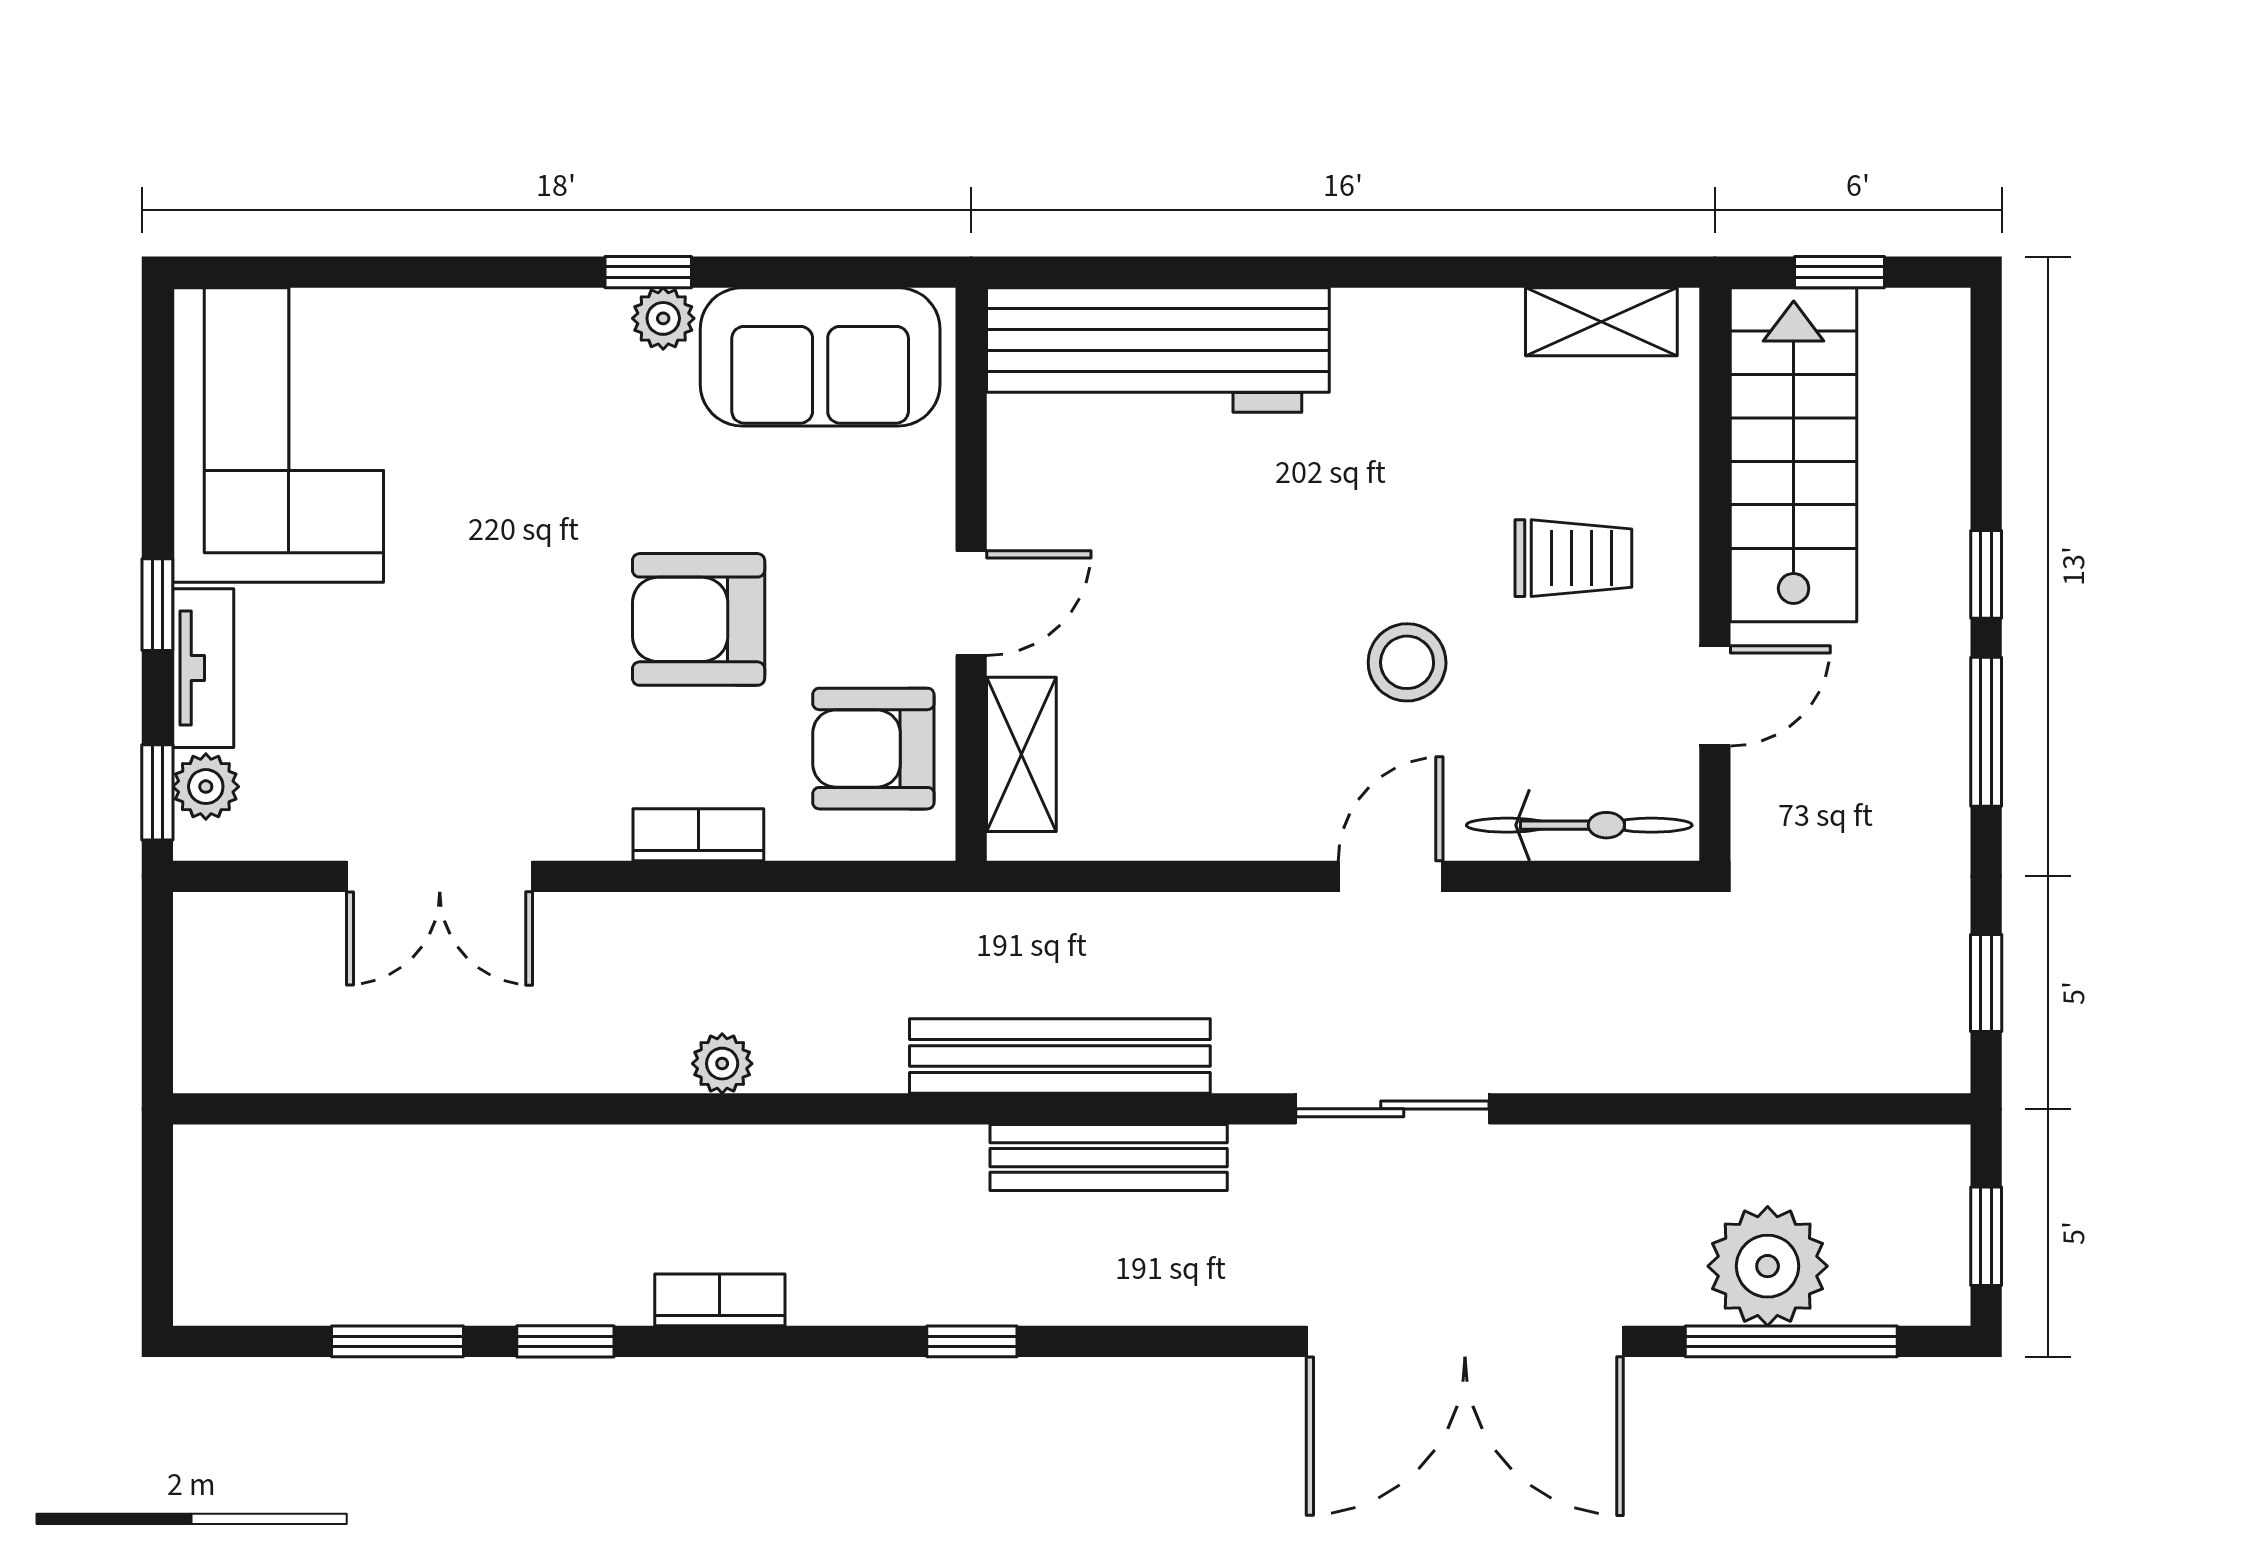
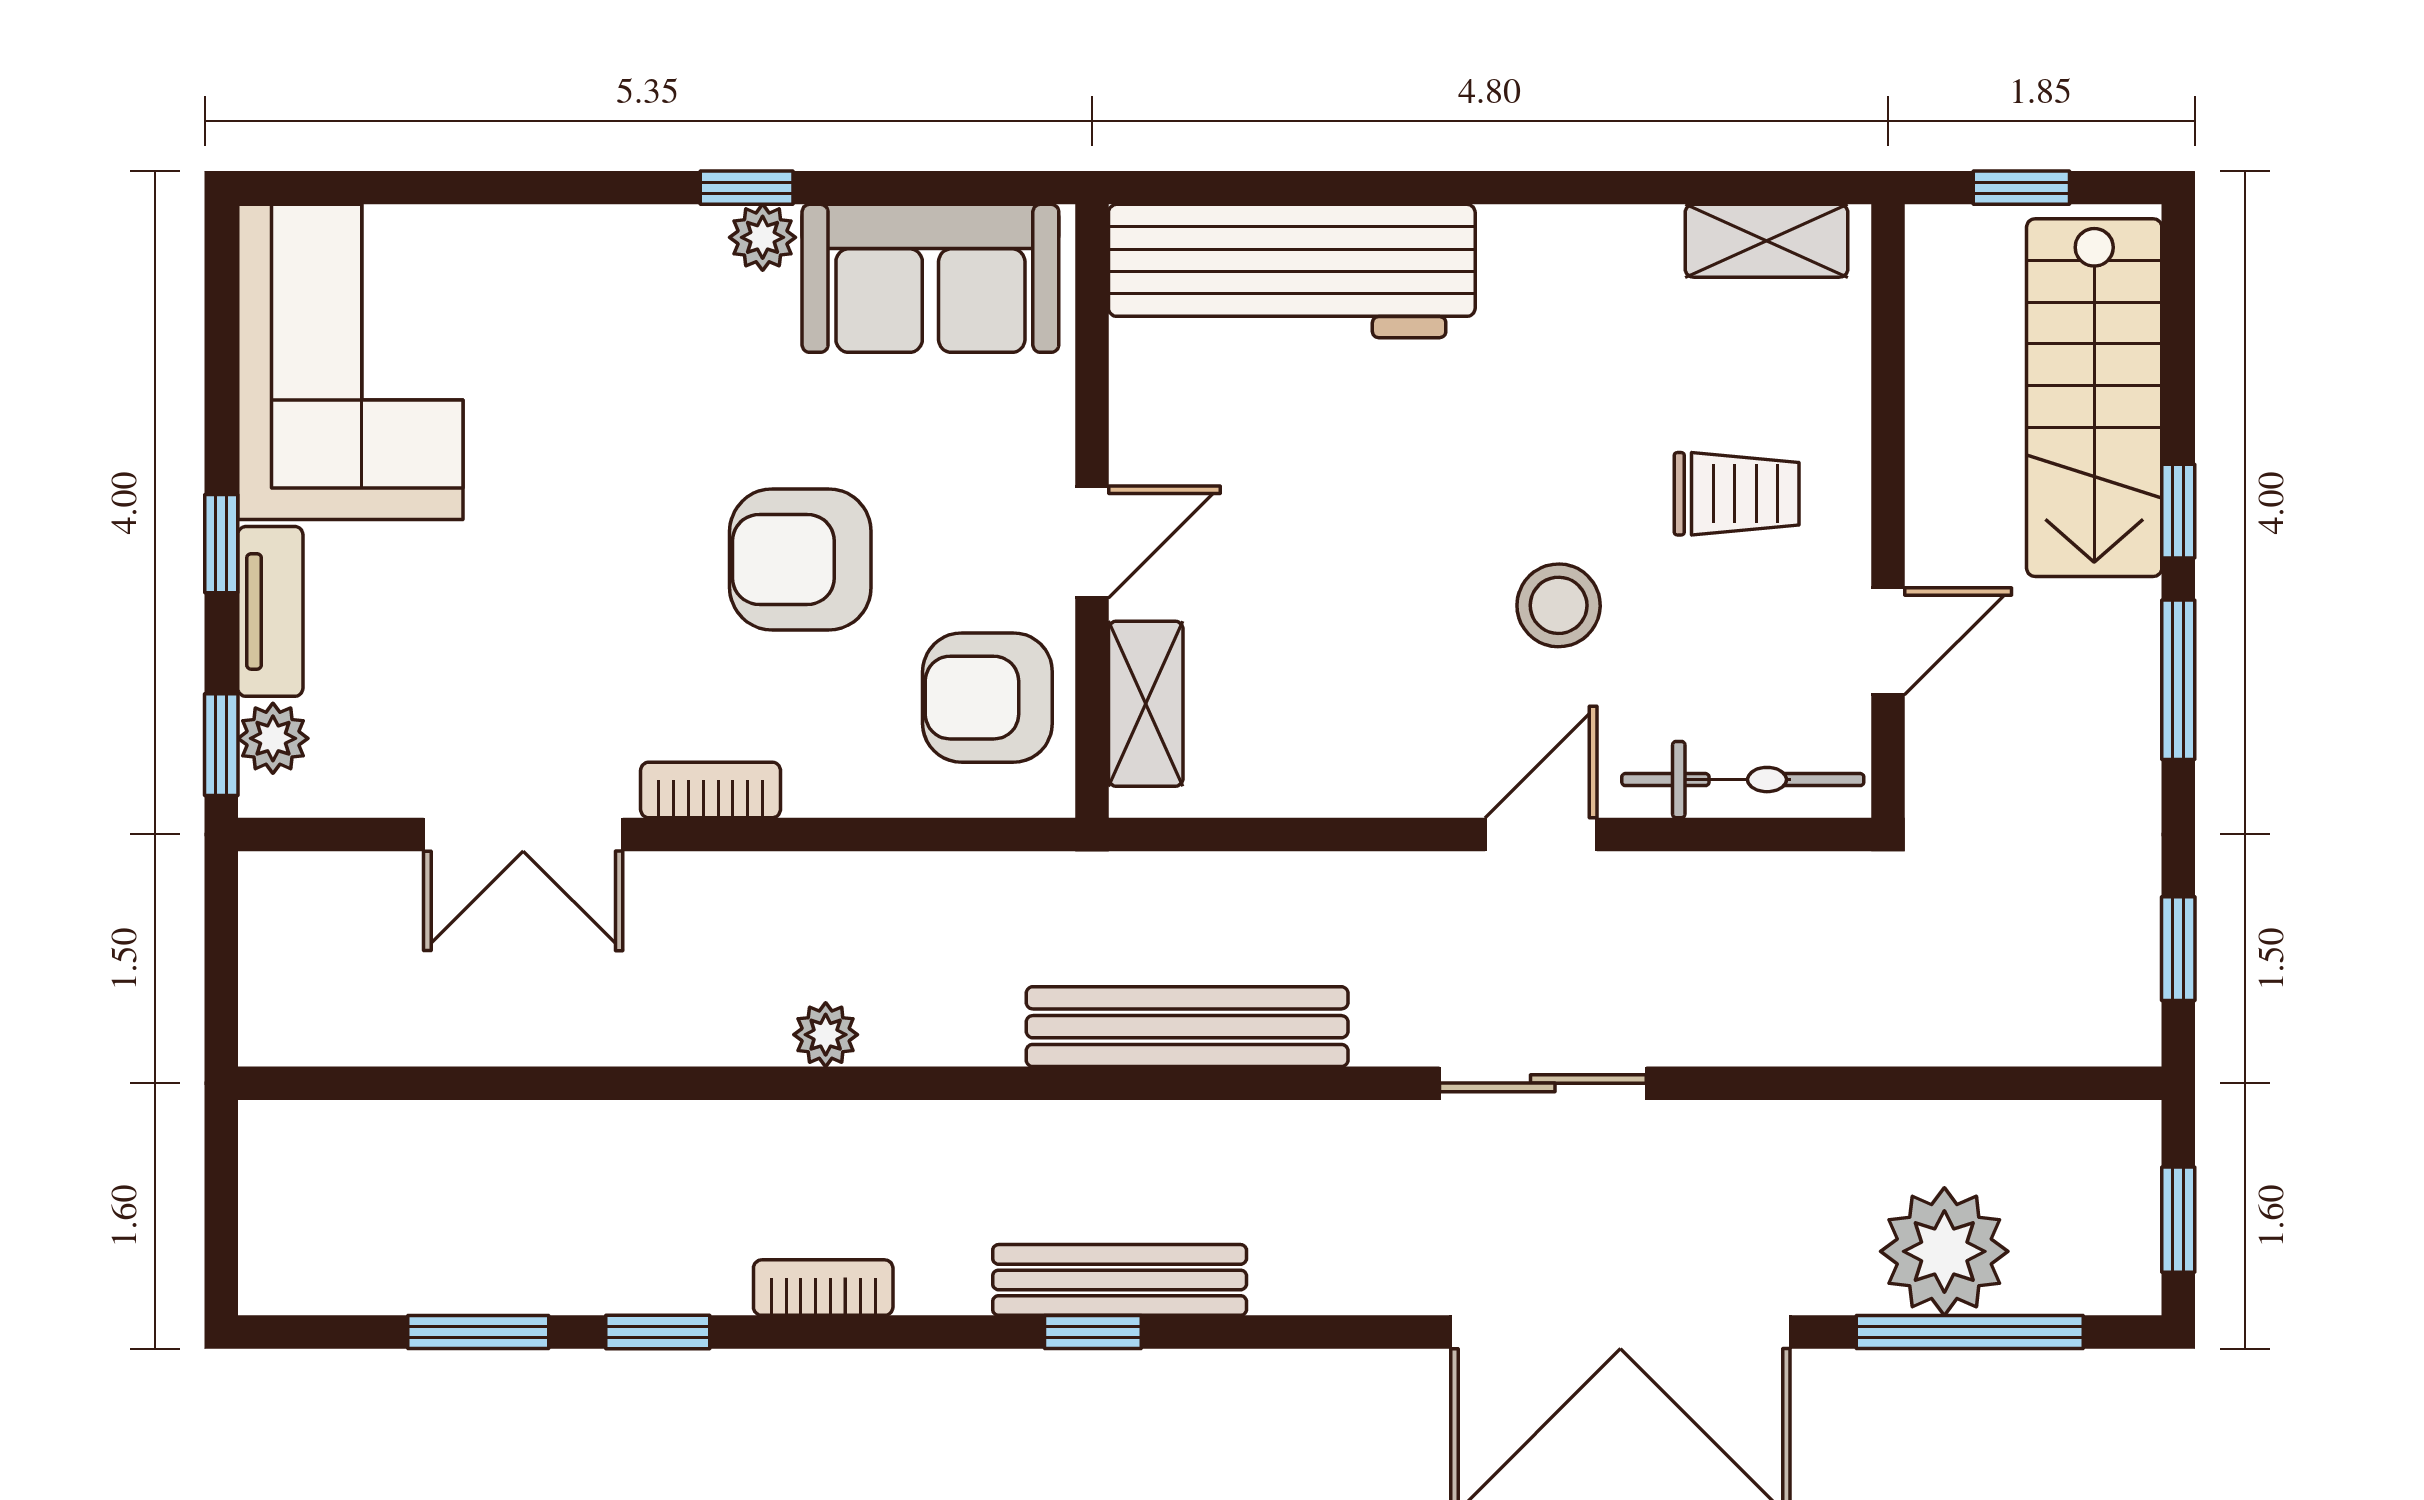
stairs: (1794, 455) -> (2094, 398), moved, turned 180
bookcase: (698, 835) -> (711, 790), moved
bench: (1109, 1158) -> (1120, 1280), moved

